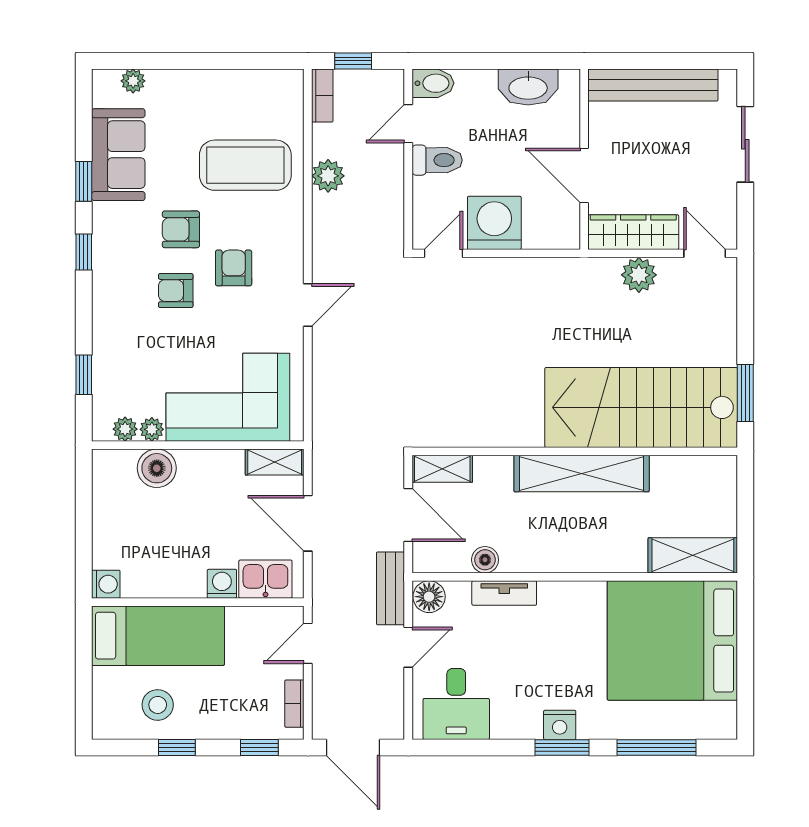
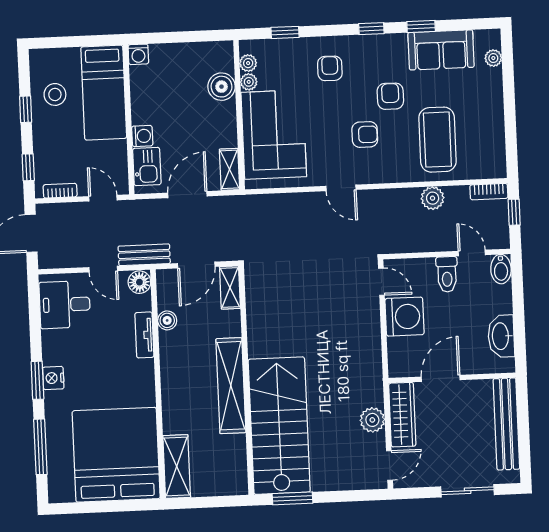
armchair: (176, 291) -> (330, 68), moved

